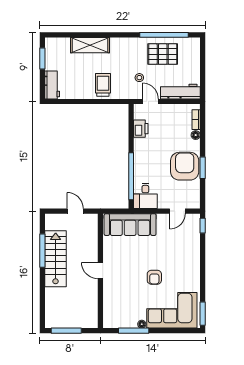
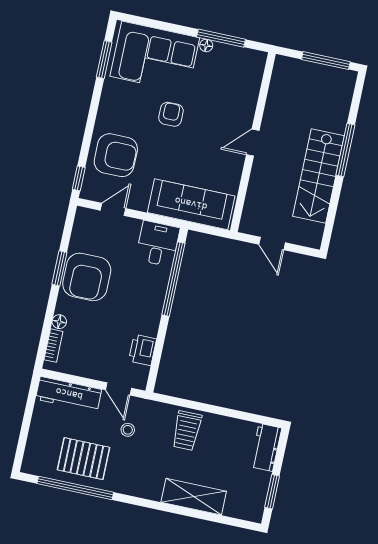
armchair: (183, 245) -> (116, 155), added
window: (42, 251) -> (345, 150), moved
door: (100, 271) -> (253, 143), swing flipped
window: (203, 314) -> (104, 60), moved

